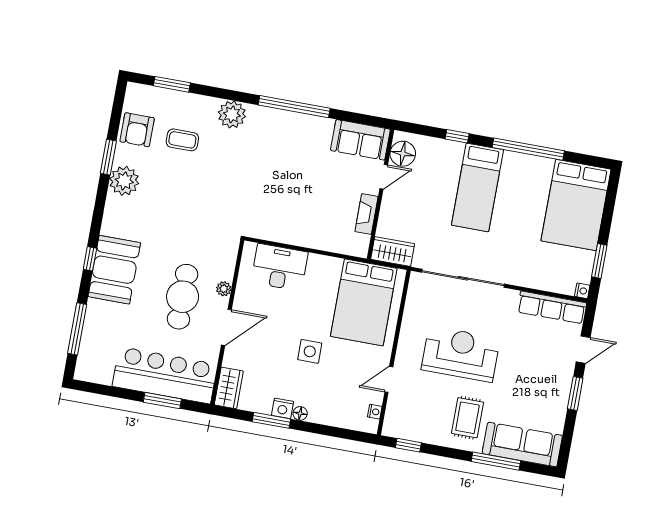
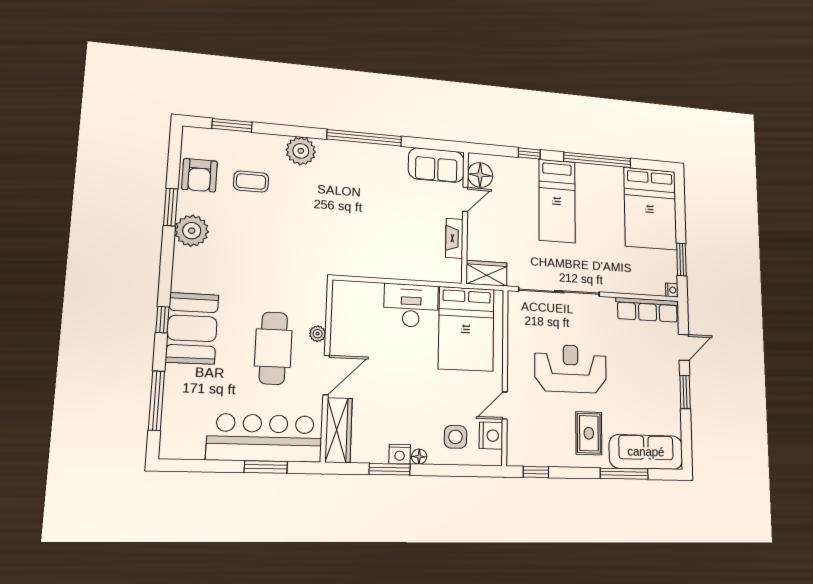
desk: (280, 267) -> (411, 306), moved
side table: (310, 351) -> (456, 437), moved
wardrobe: (229, 388) -> (339, 430), width x1.50
nightstand: (375, 412) -> (491, 436), width x1.89, depth x1.79

